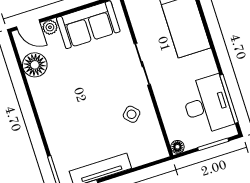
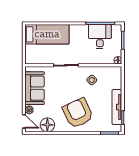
door: (28, 25) -> (24, 121), hinge flipped
desk: (207, 105) -> (100, 37), width x0.73
armchair: (70, 109) -> (78, 113), added

